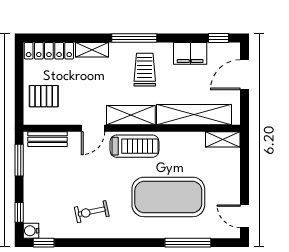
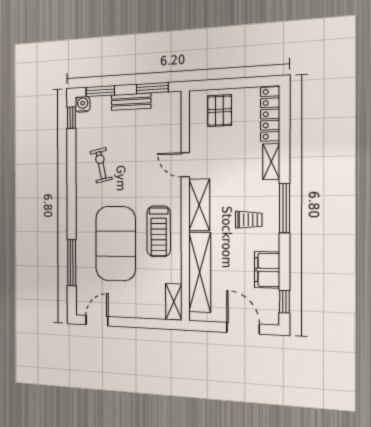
trolley: (145, 70) -> (249, 220), width x0.73, depth x0.72
bench: (48, 139) -> (131, 102), moved, turned 90
treadmill: (135, 146) -> (159, 231), moved
window: (19, 212) -> (100, 91), width x1.50

